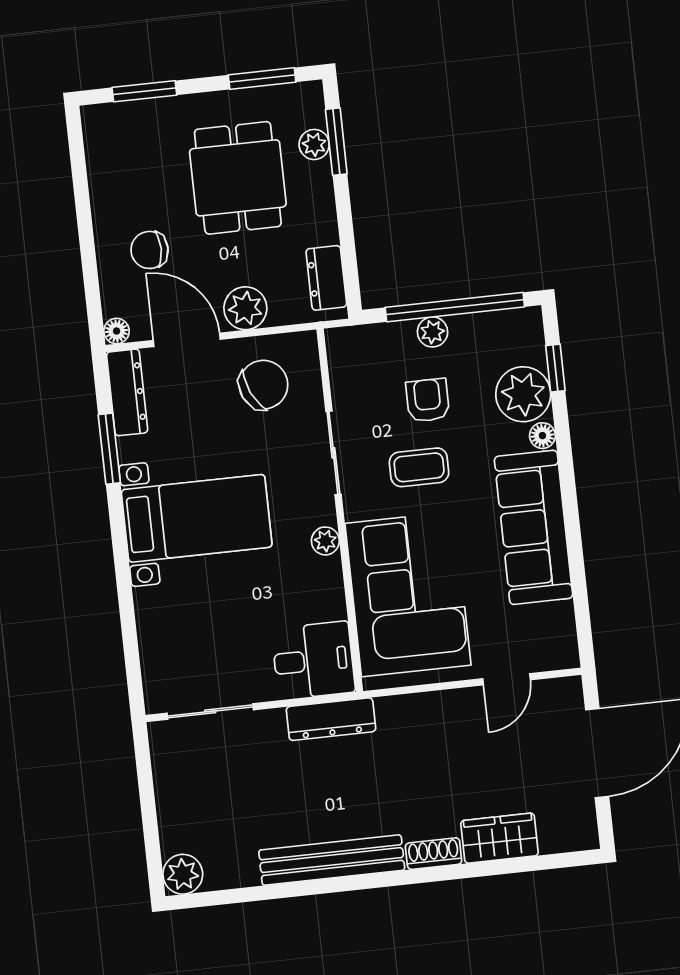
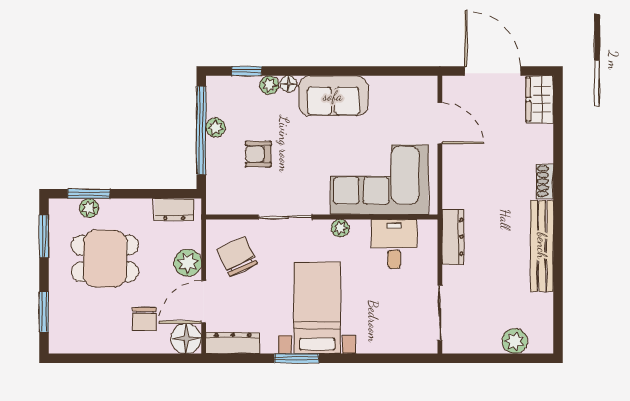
floor lamp: (117, 331) -> (186, 338), width x1.89, depth x1.89
plant: (433, 332) -> (216, 127), moved
plant: (523, 394) -> (269, 85), width x0.53, depth x0.53
window: (109, 449) -> (297, 358), moved
coffee table: (419, 467) -> (300, 164), removed
sofa: (533, 527) -> (333, 96), width x0.73
desk: (313, 660) -> (394, 244), moved
door: (507, 679) -> (440, 123), width x1.38
wardrobe: (499, 838) -> (540, 99), moved
plant: (183, 874) -> (515, 341), moved

